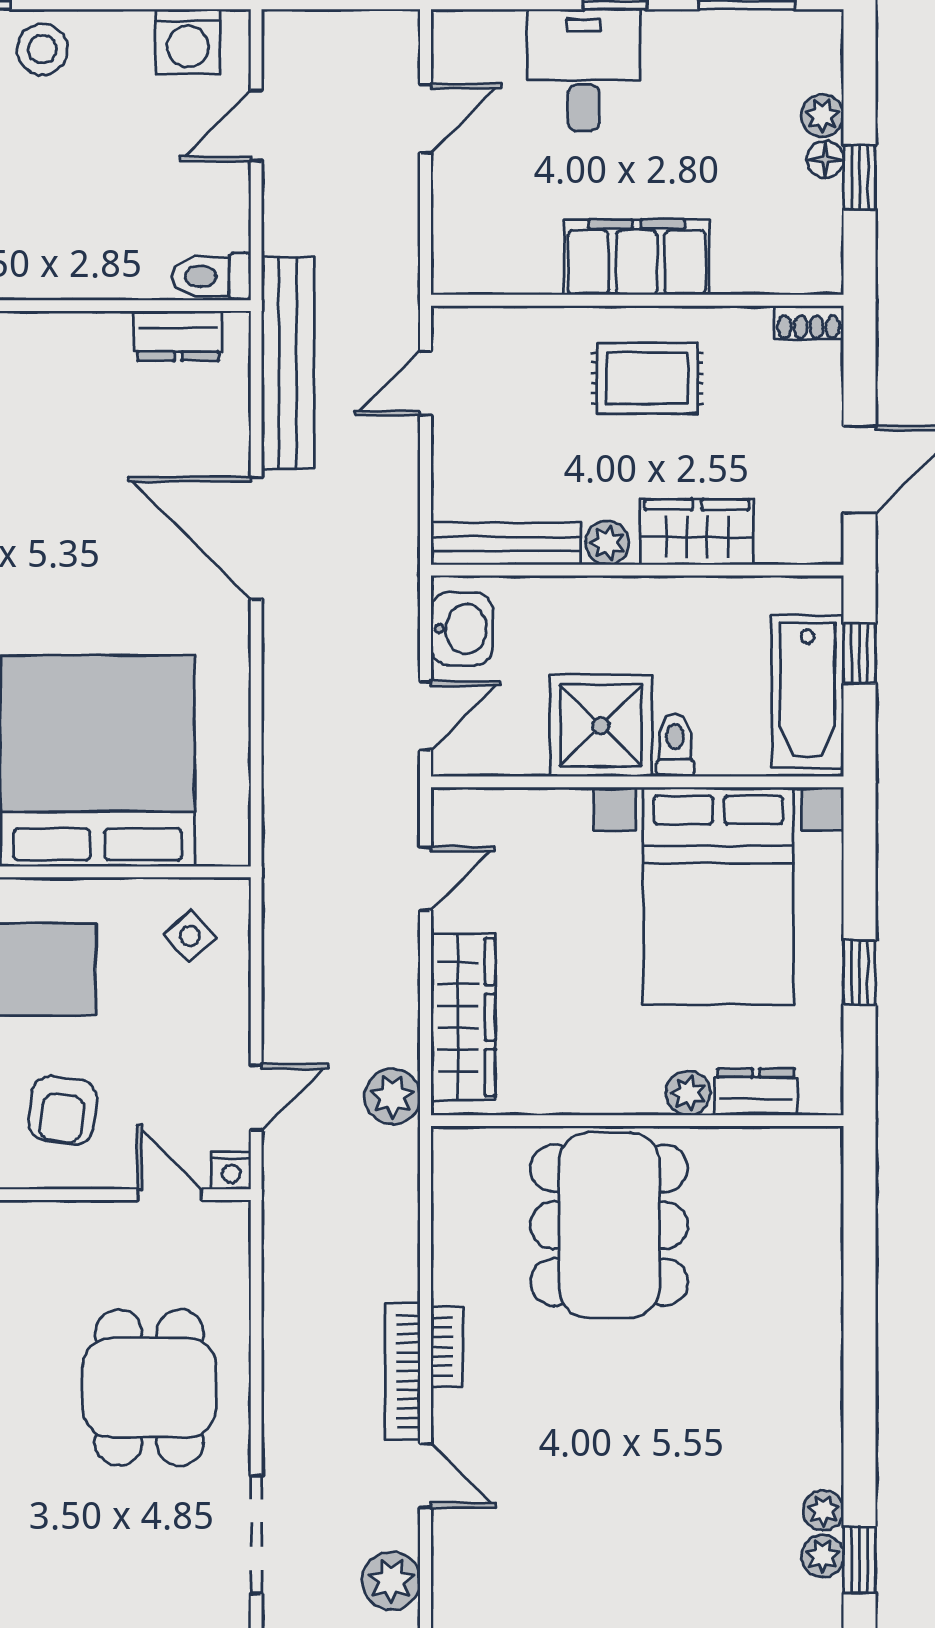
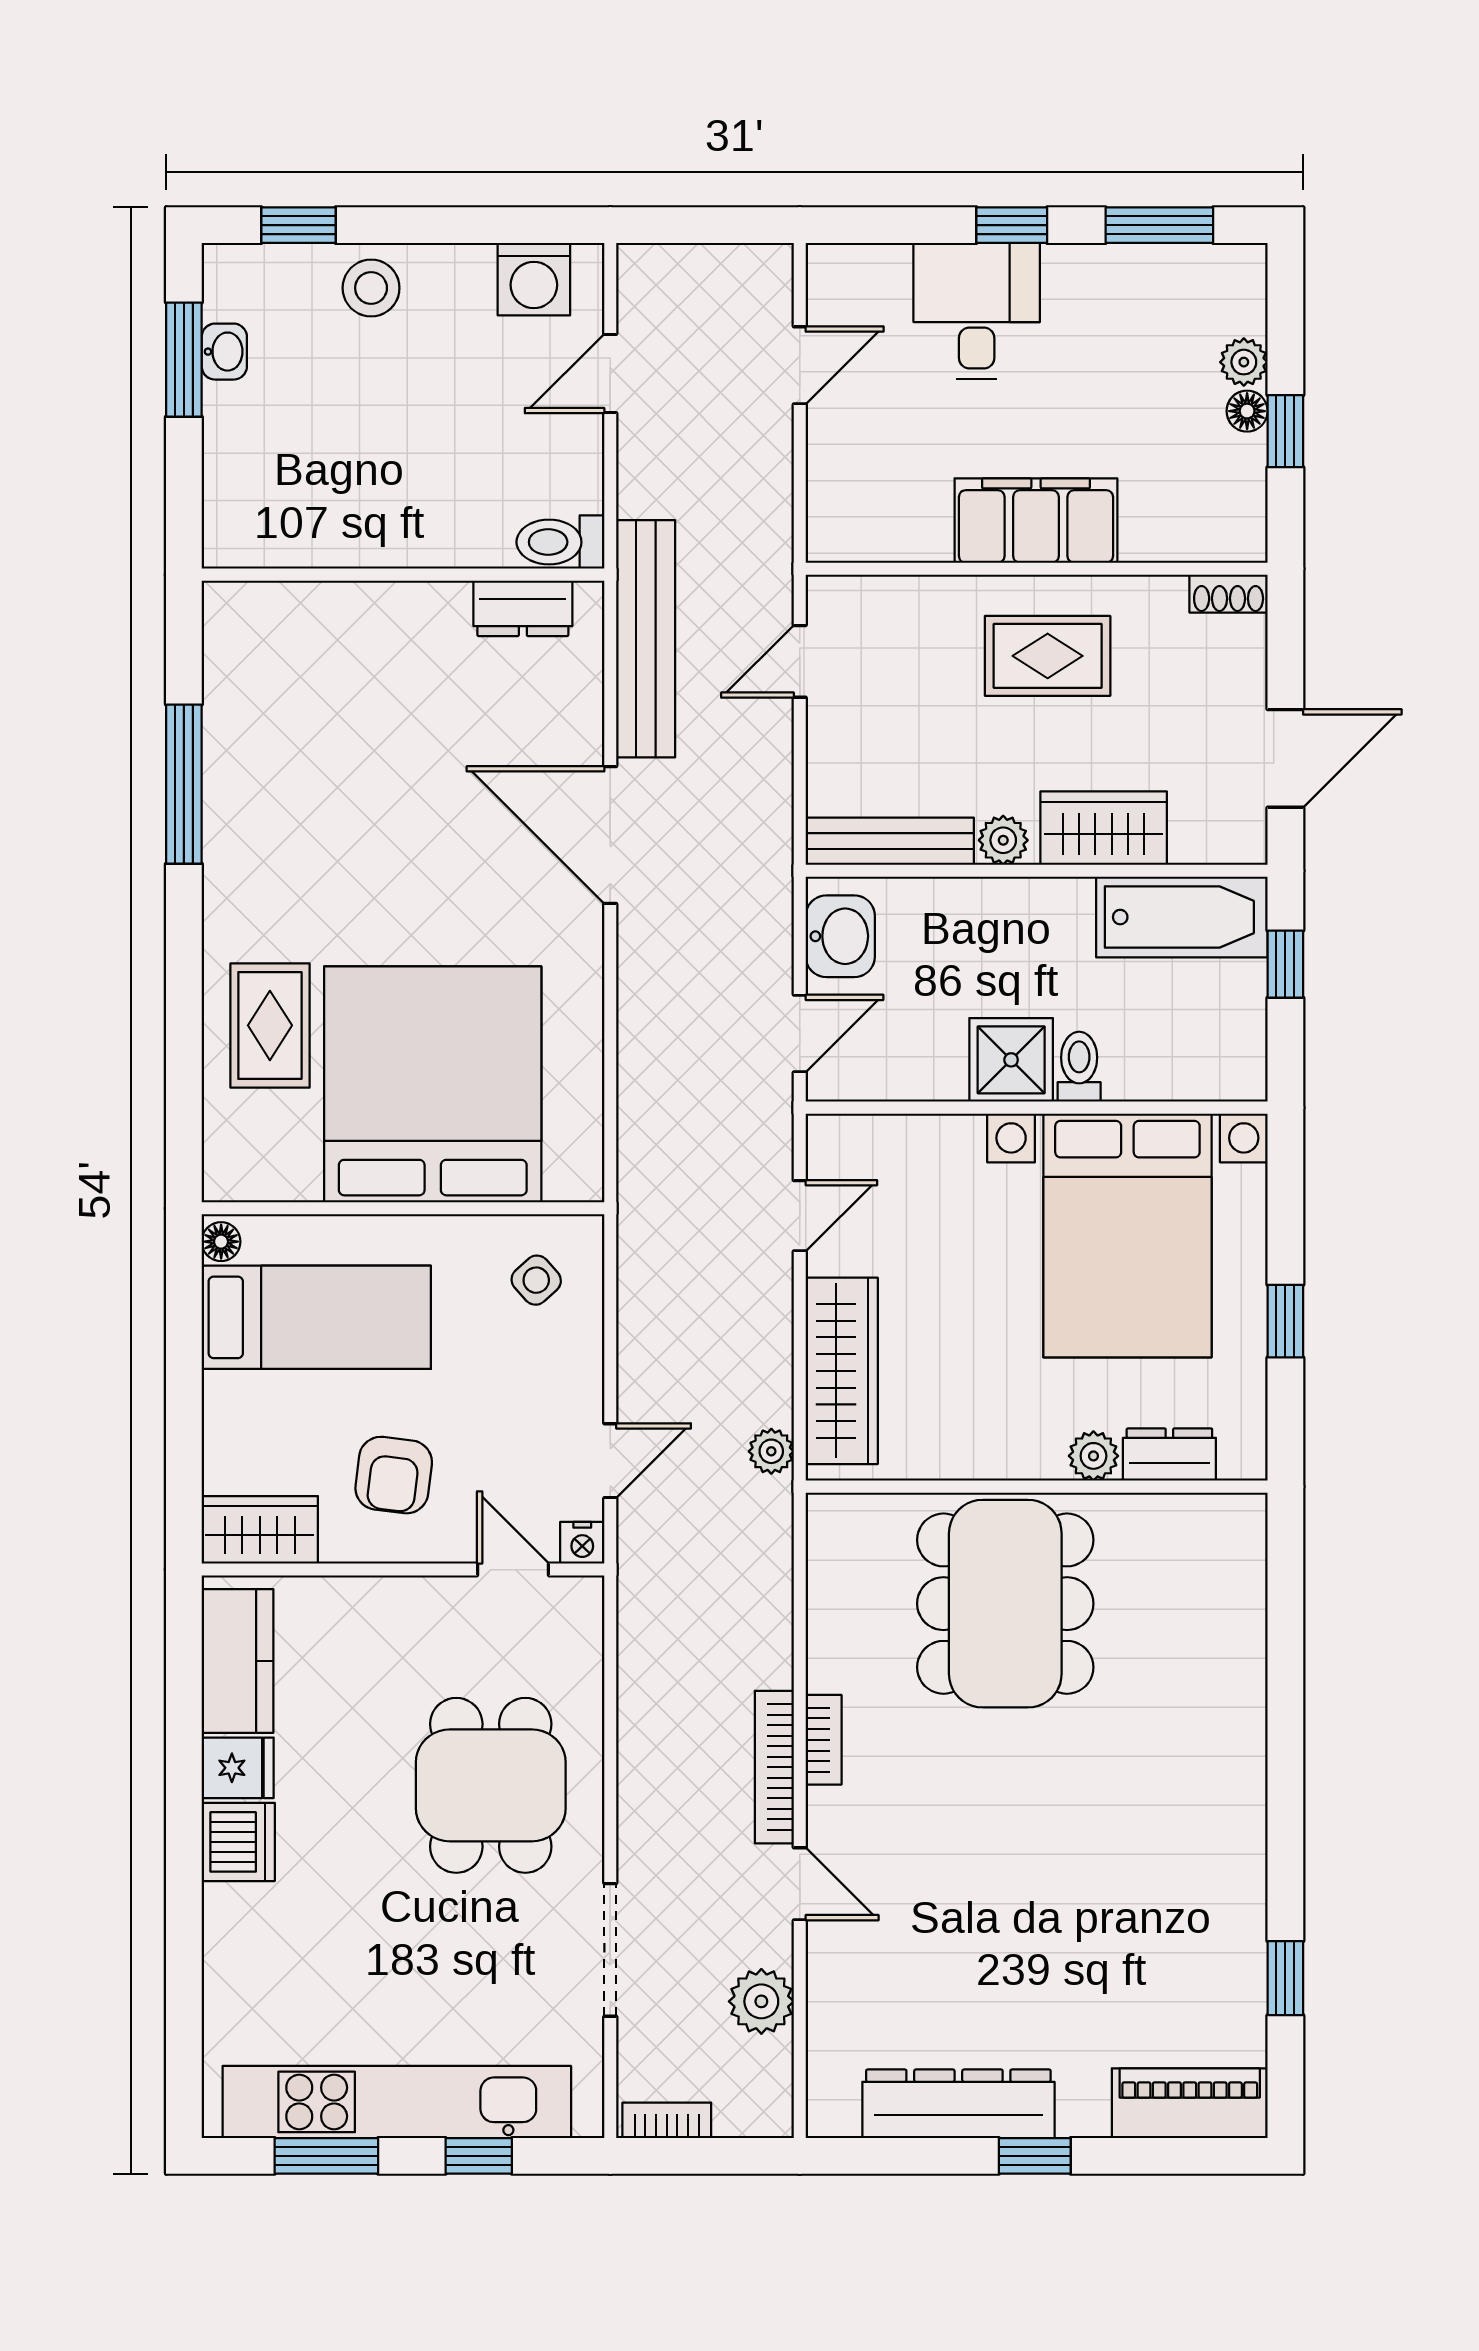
bathtub: (808, 692) -> (1182, 917), moved, turned -90
shower: (601, 726) -> (1011, 1060), width x0.73, depth x0.73
plant: (392, 1097) -> (771, 1451), width x0.73, depth x0.73
plant: (823, 1510) -> (1245, 1923), removed
plant: (823, 1556) -> (1244, 1974), removed

